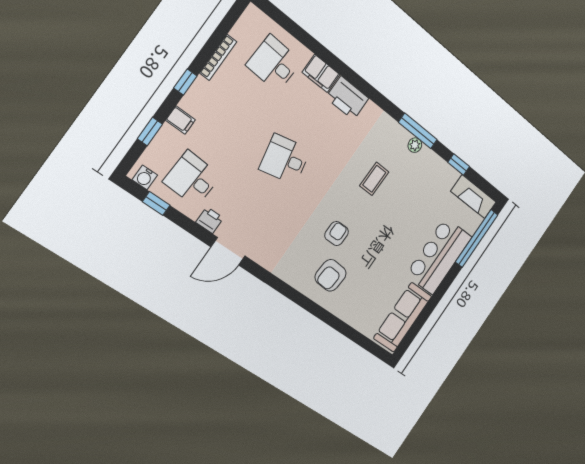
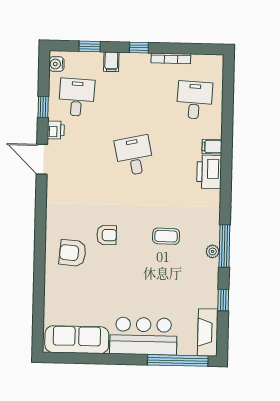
filing cabinet: (321, 73) -> (212, 147), width x0.50
window: (156, 203) -> (43, 107), moved

